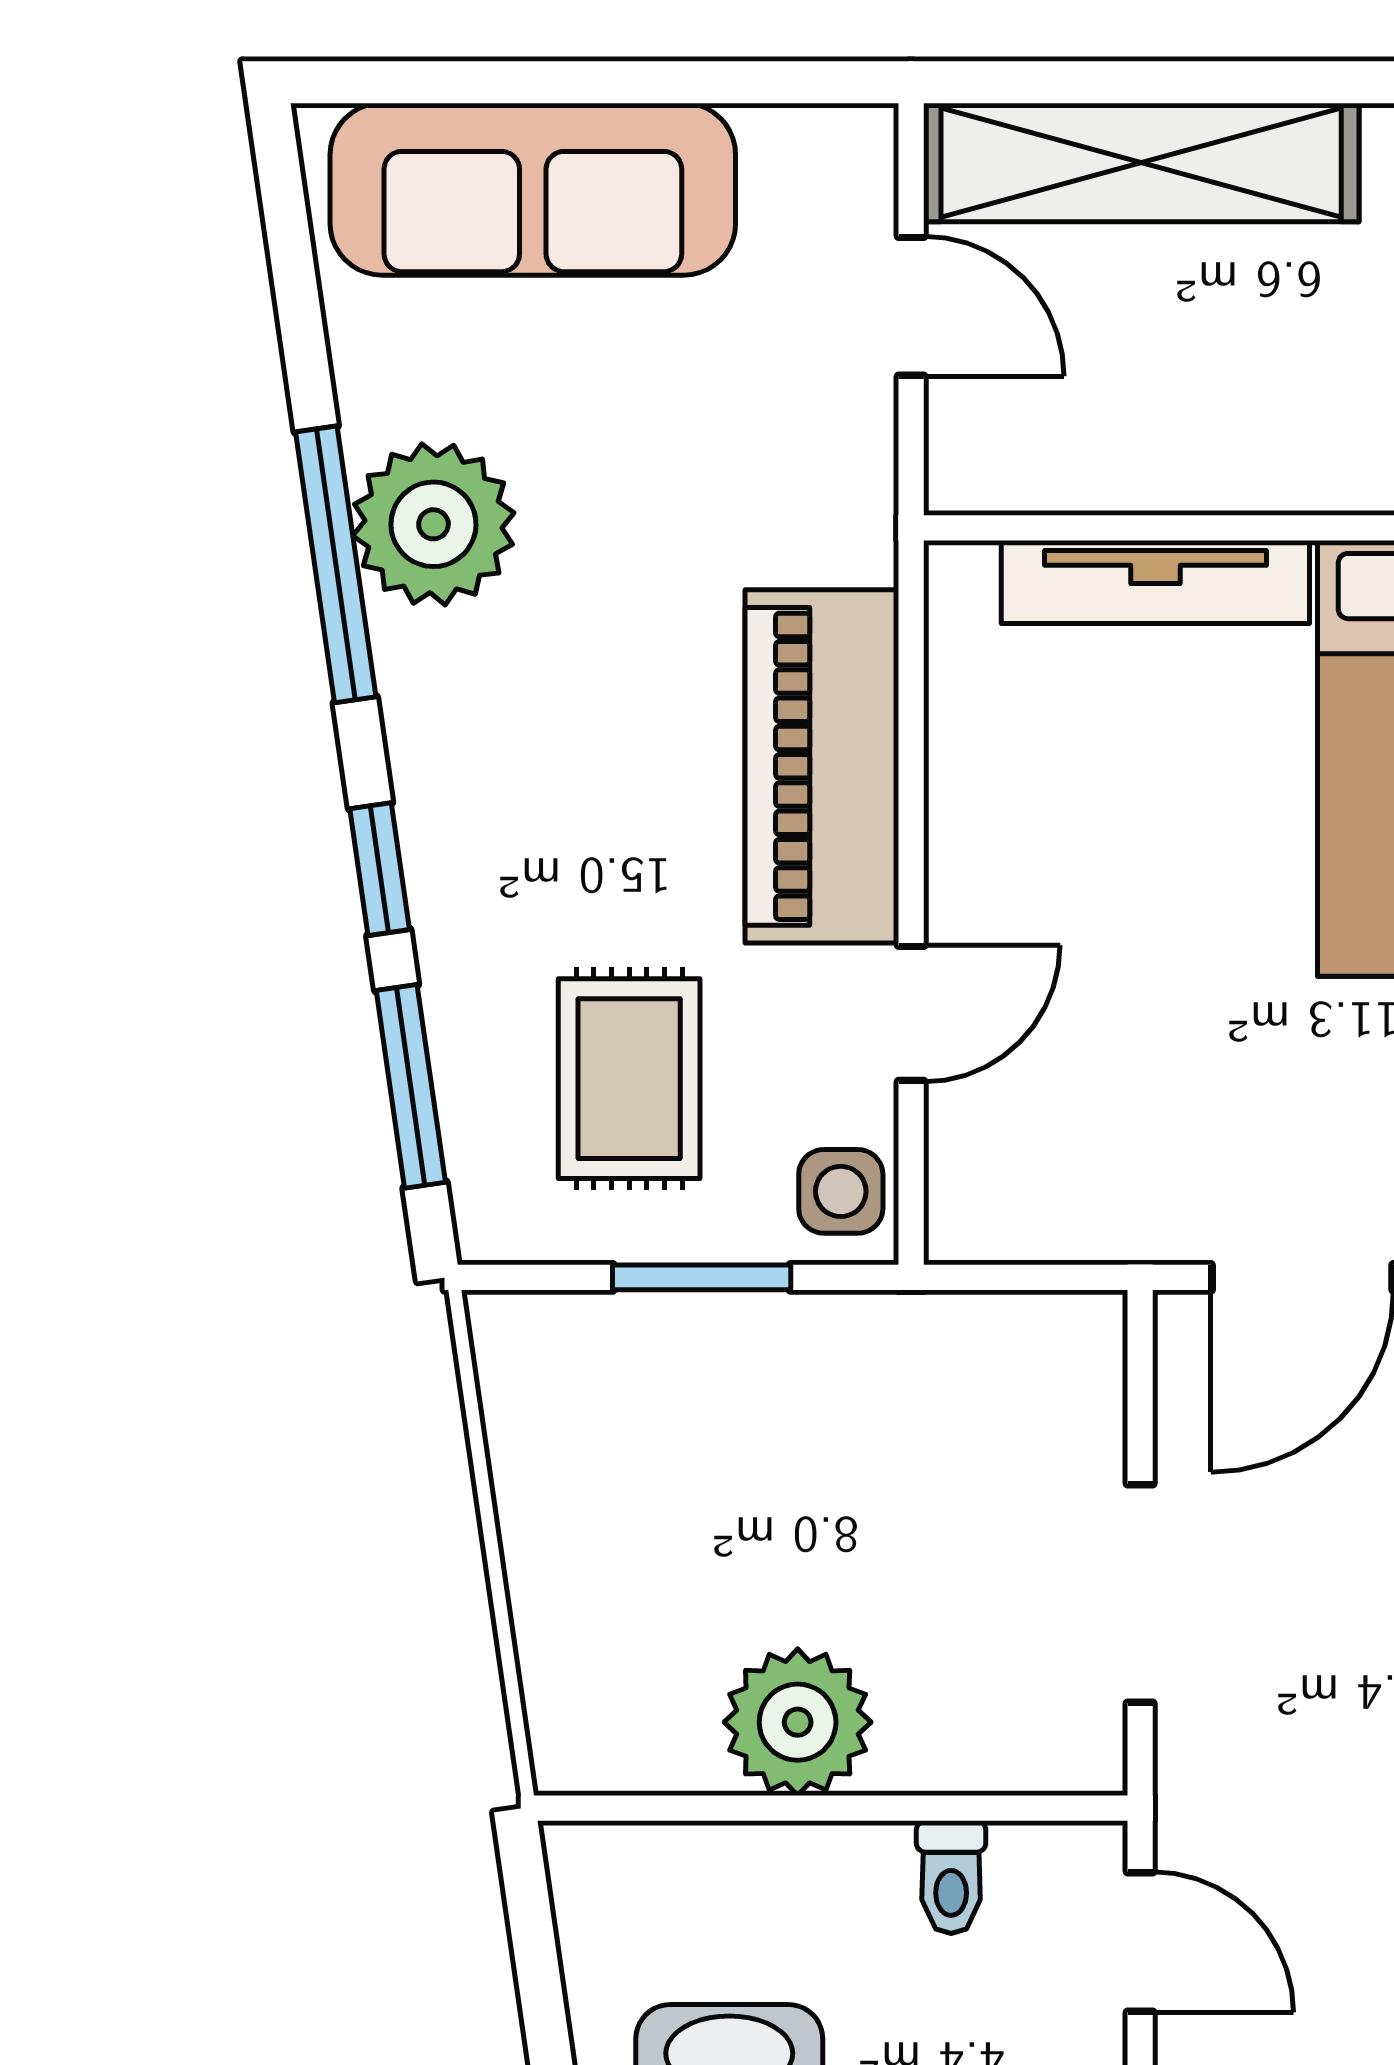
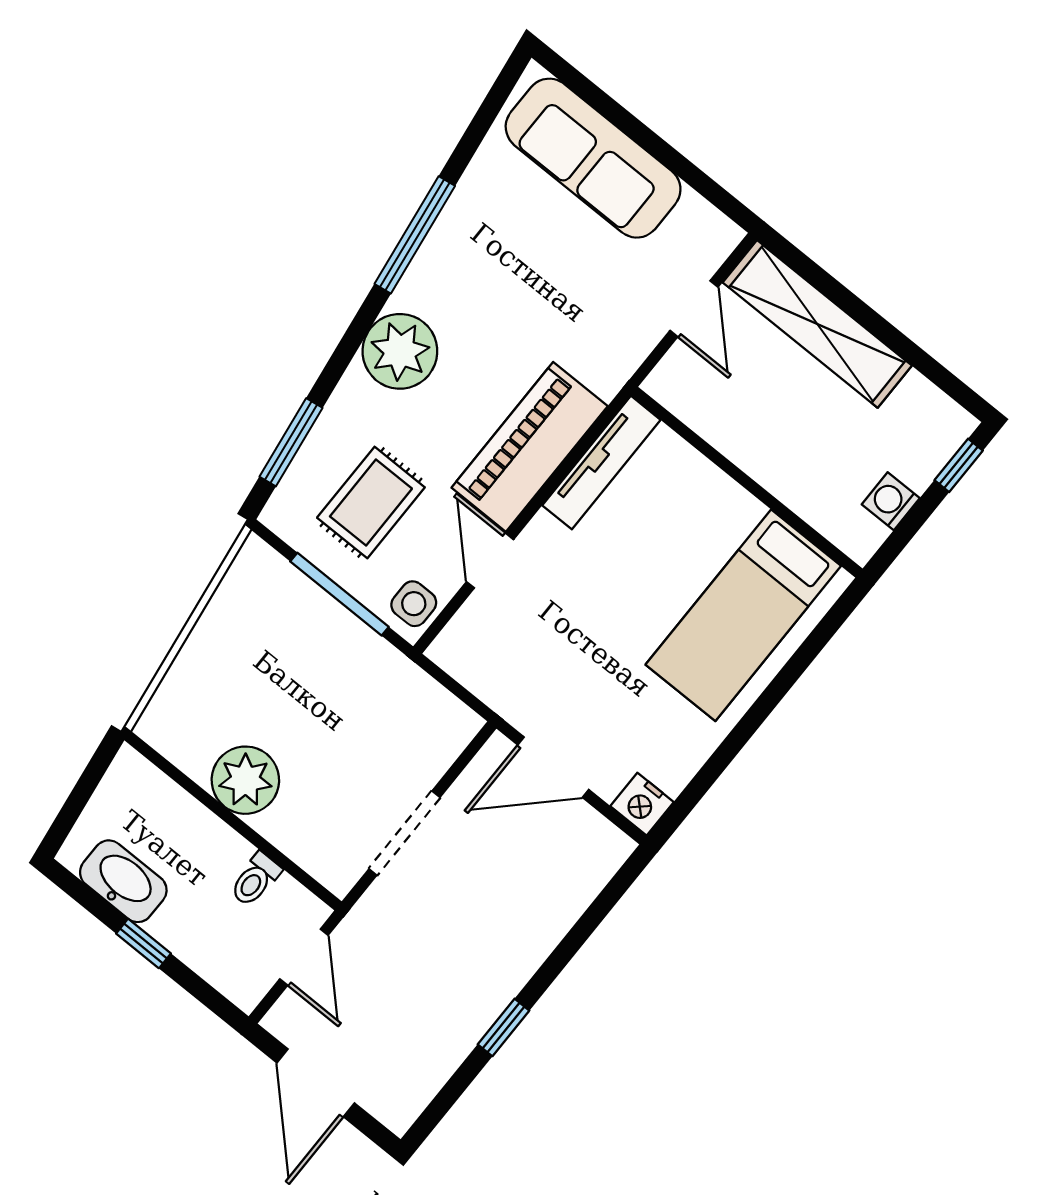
plant: (433, 524) -> (400, 351), moved
tv unit: (1155, 582) -> (601, 463), moved, turned -90
window: (380, 869) -> (342, 356), removed
door: (911, 1013) -> (490, 561), swing flipped
window: (702, 1277) -> (339, 594), width x1.44

